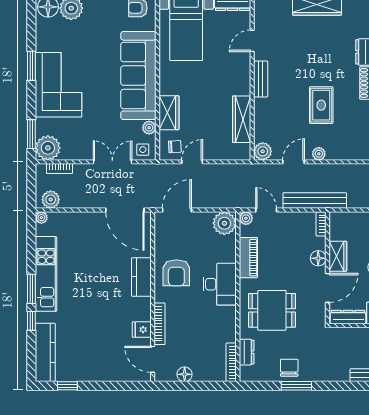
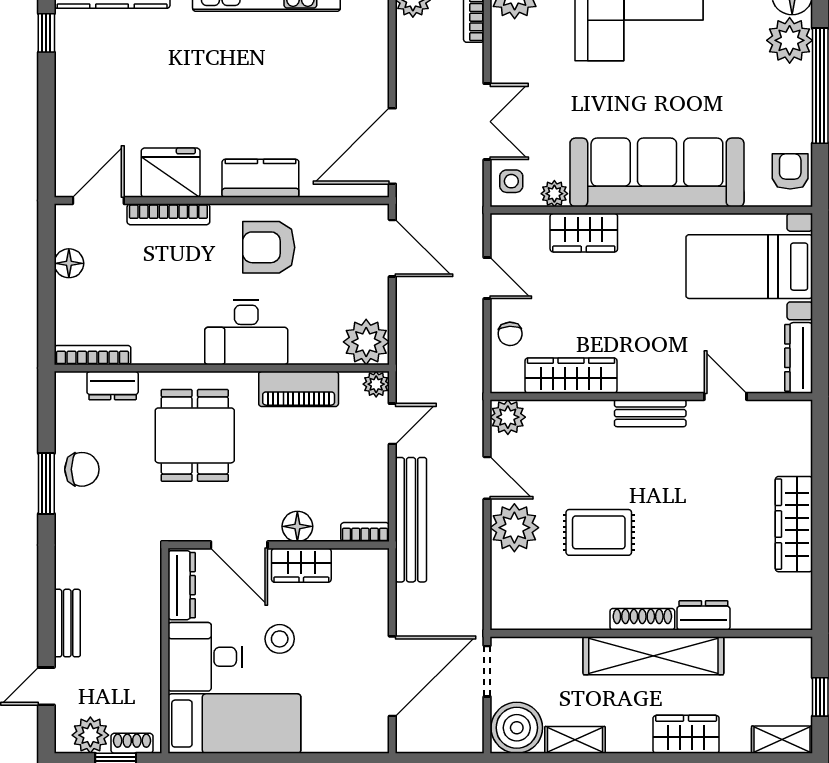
chair: (175, 147) -> (510, 334), moved
plant: (319, 154) -> (514, 528), width x1.87, depth x1.87
fridge: (142, 330) -> (171, 173), width x1.88, depth x1.34

